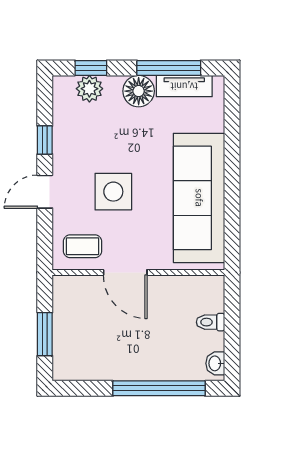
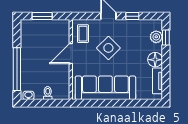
window: (169, 68) -> (166, 74), removed
side table: (113, 192) -> (108, 48), turned 45

